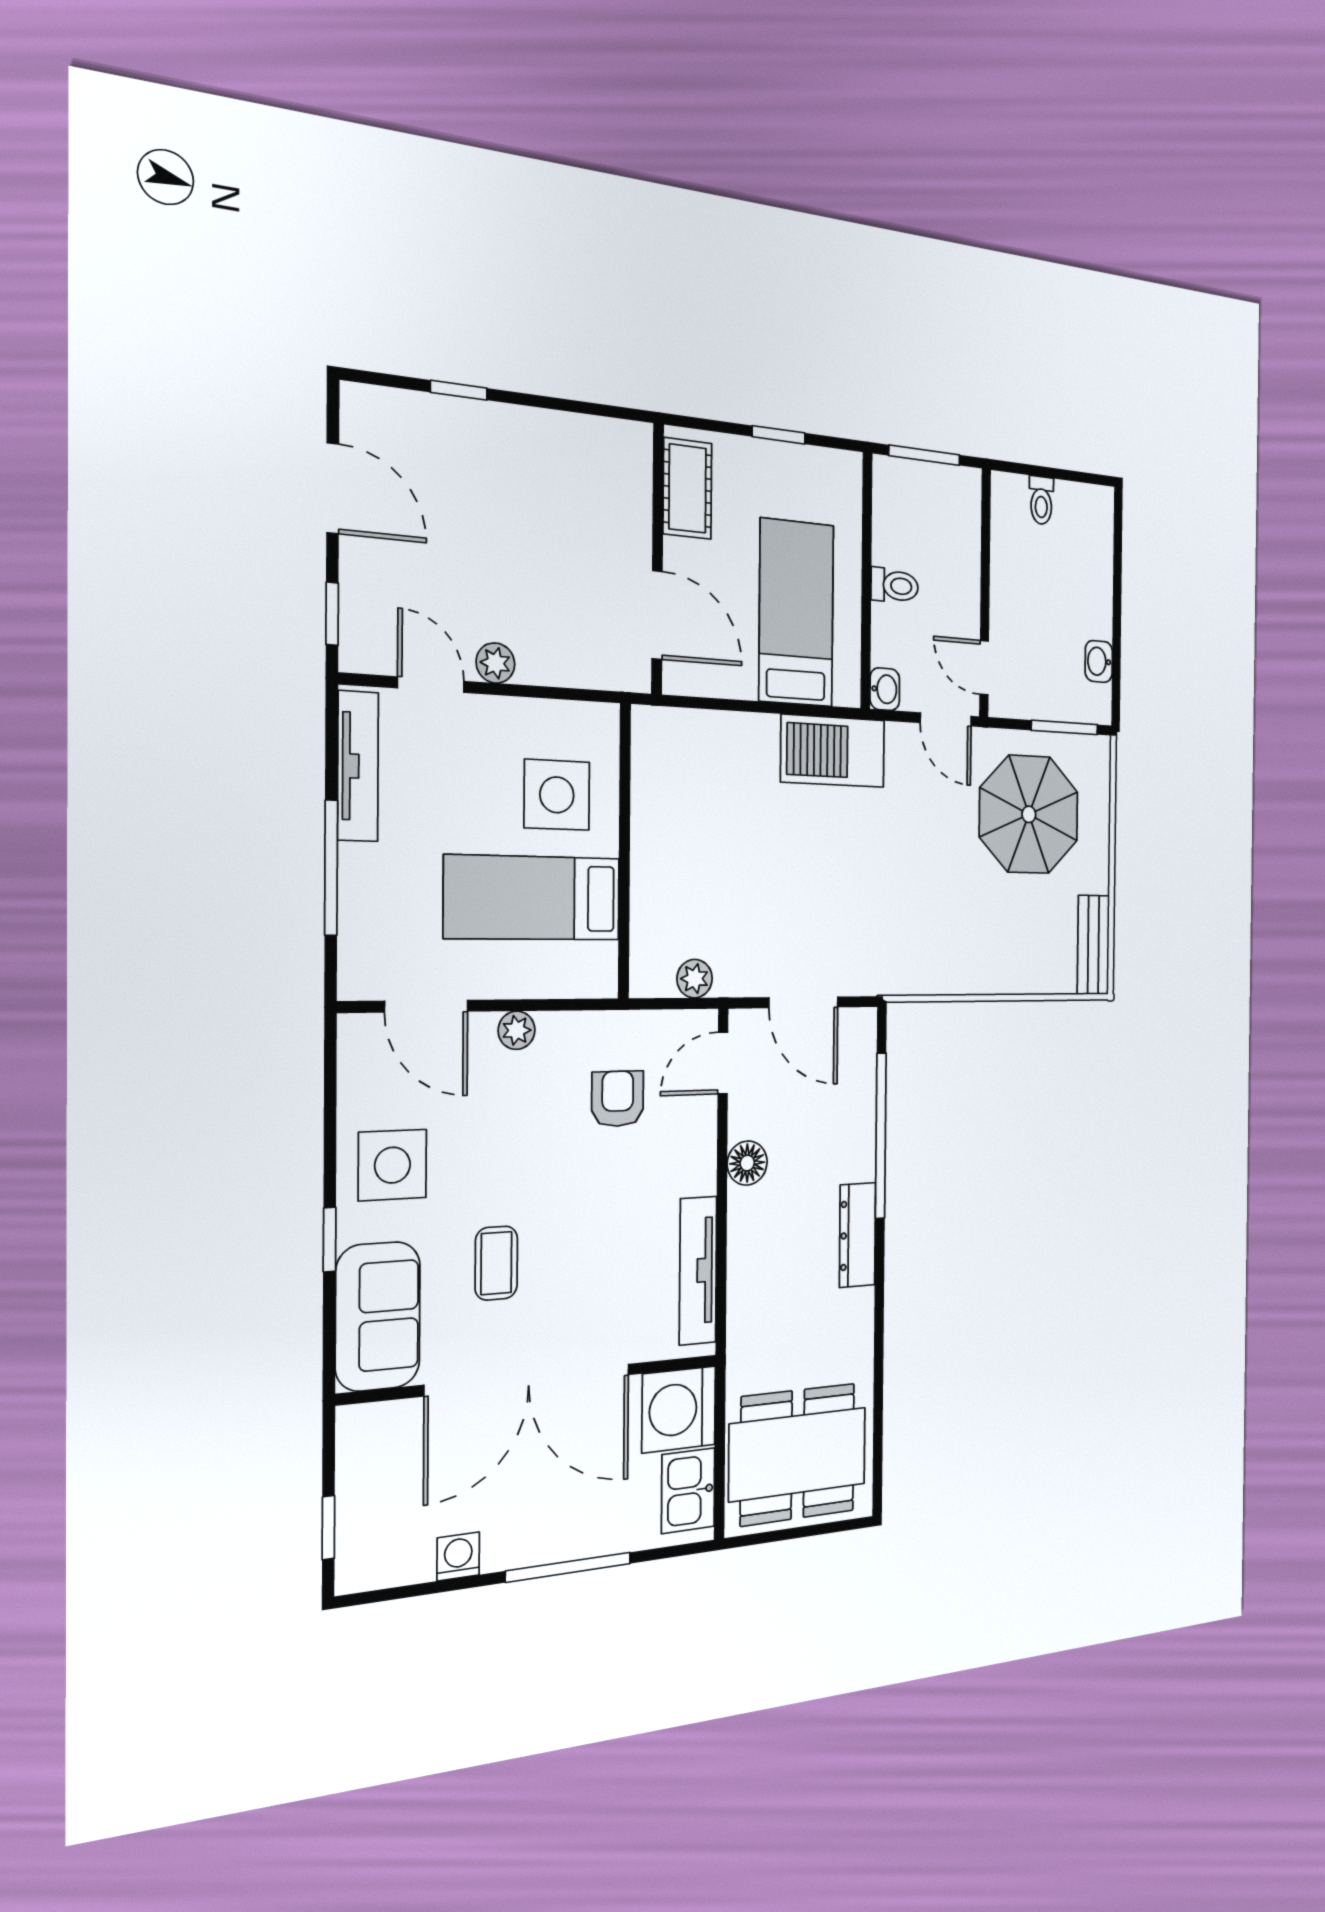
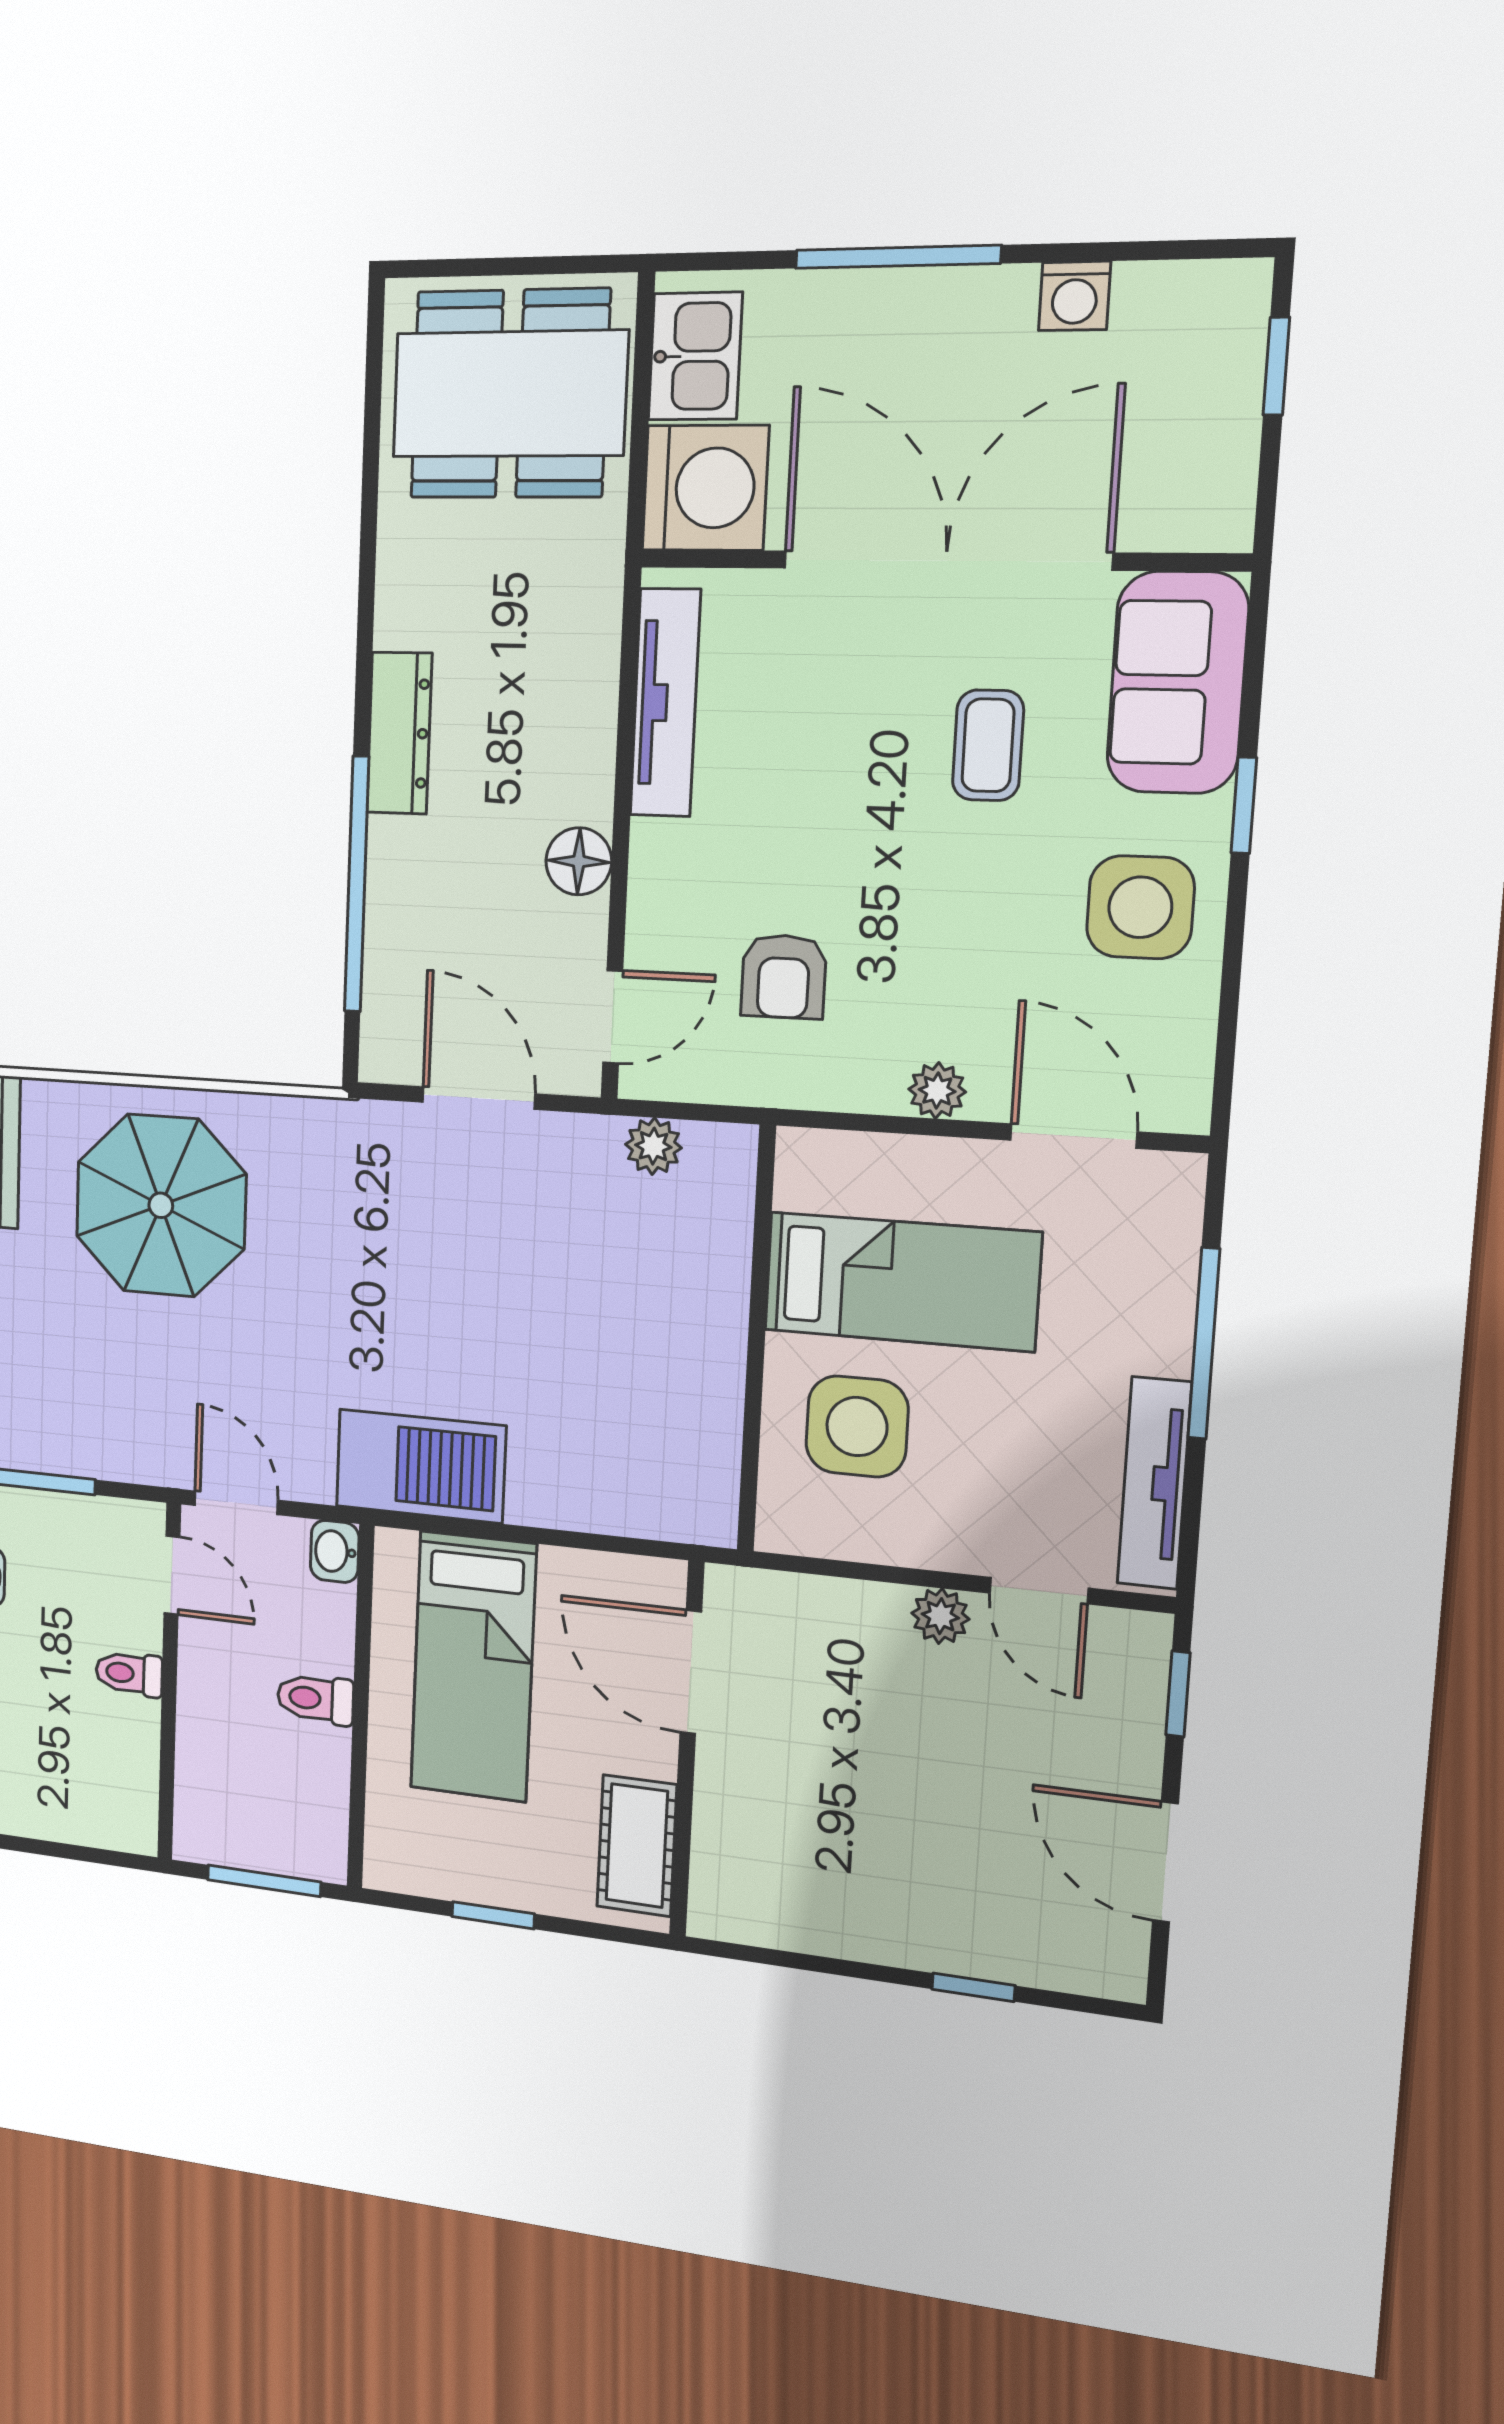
toilet: (1041, 500) -> (129, 1674), moved, turned -90
parasol: (1029, 814) -> (161, 1205), moved

